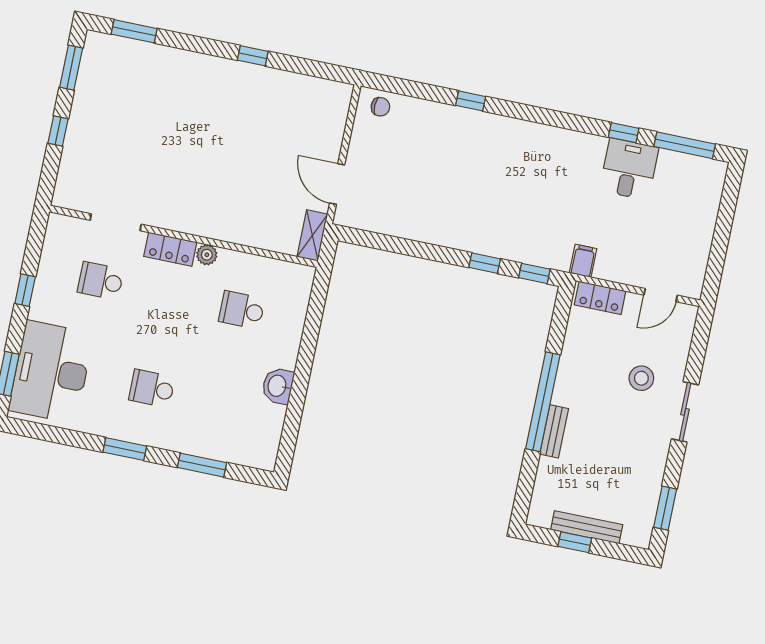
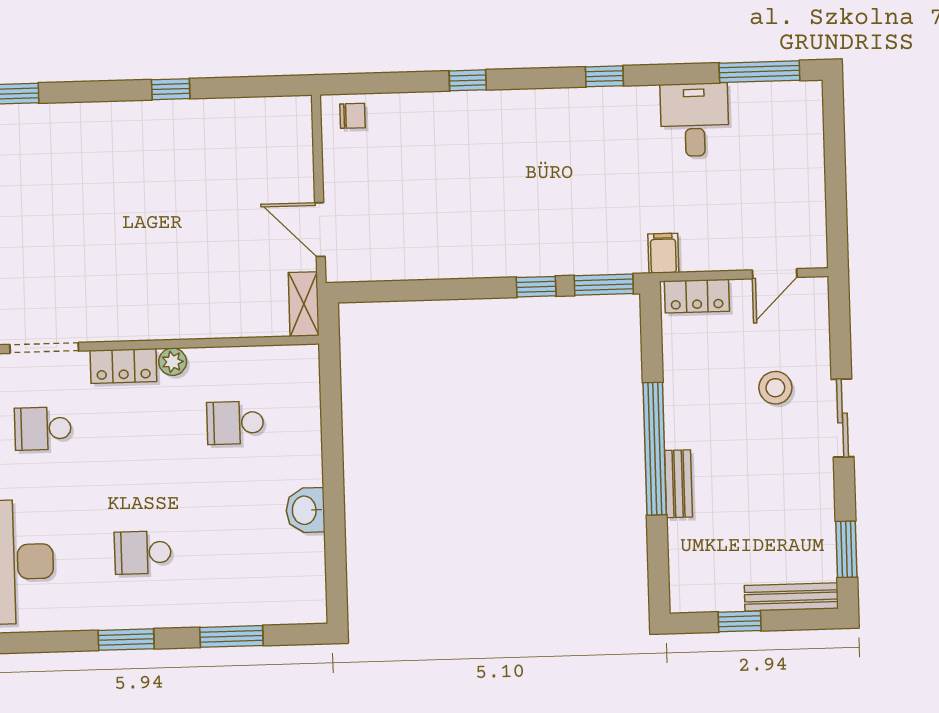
window: (624, 133) -> (604, 76), moved
window: (534, 273) -> (604, 285), width x1.50
bench: (587, 527) -> (791, 597), moved

